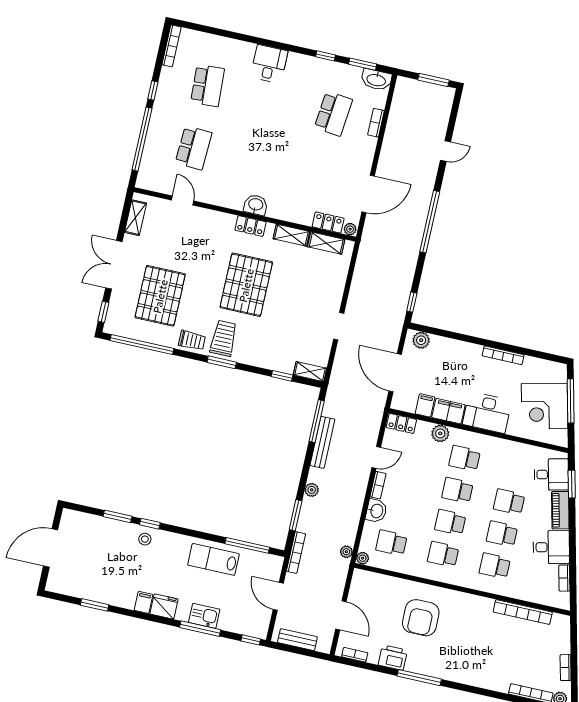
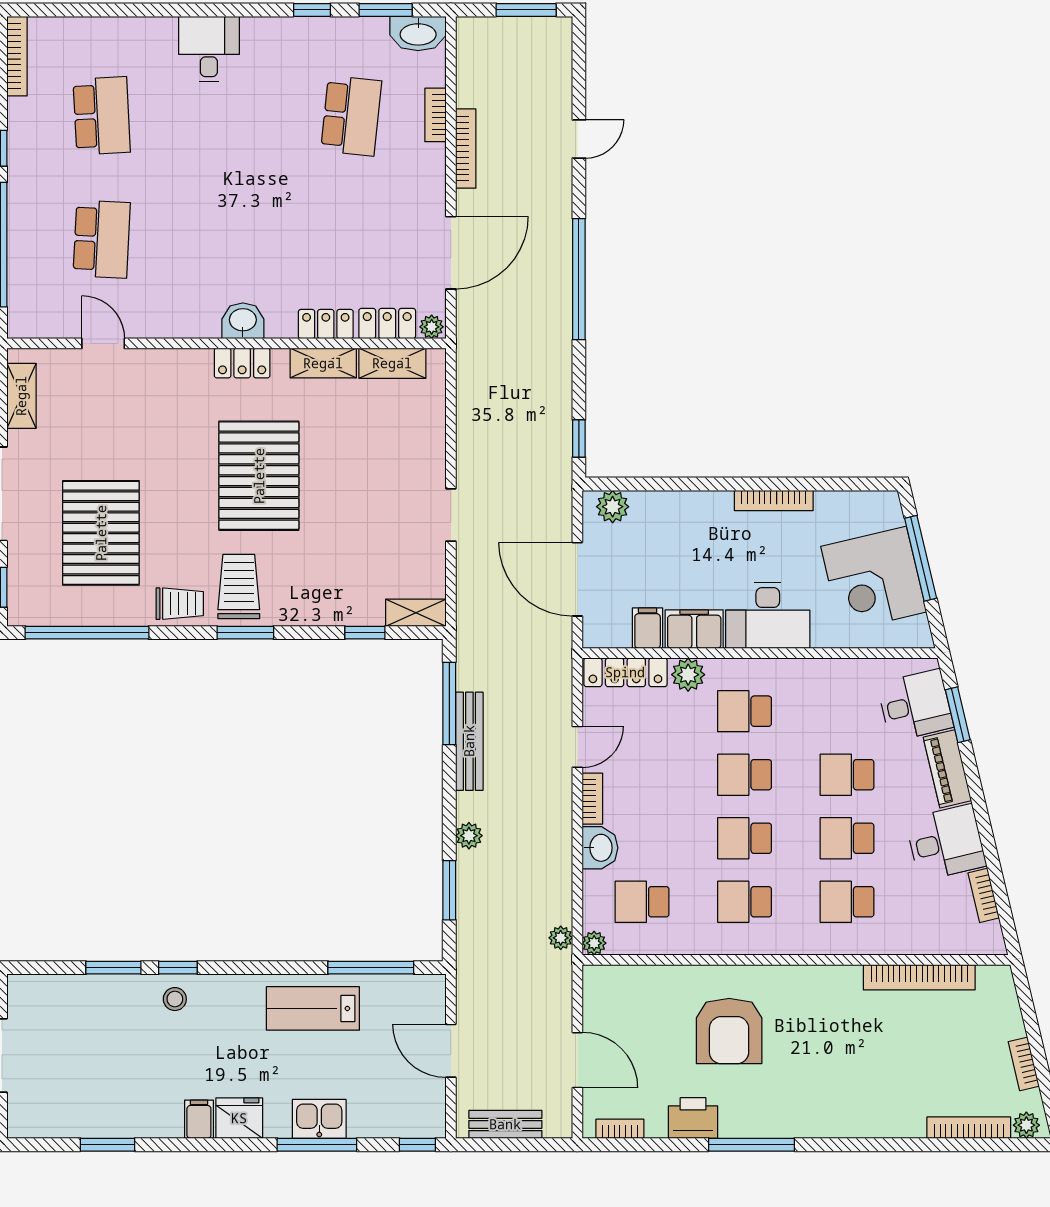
locker: (297, 216) -> (326, 324), added
locker: (401, 423) -> (625, 672), width x1.53
bookcase: (296, 552) -> (466, 149), moved

